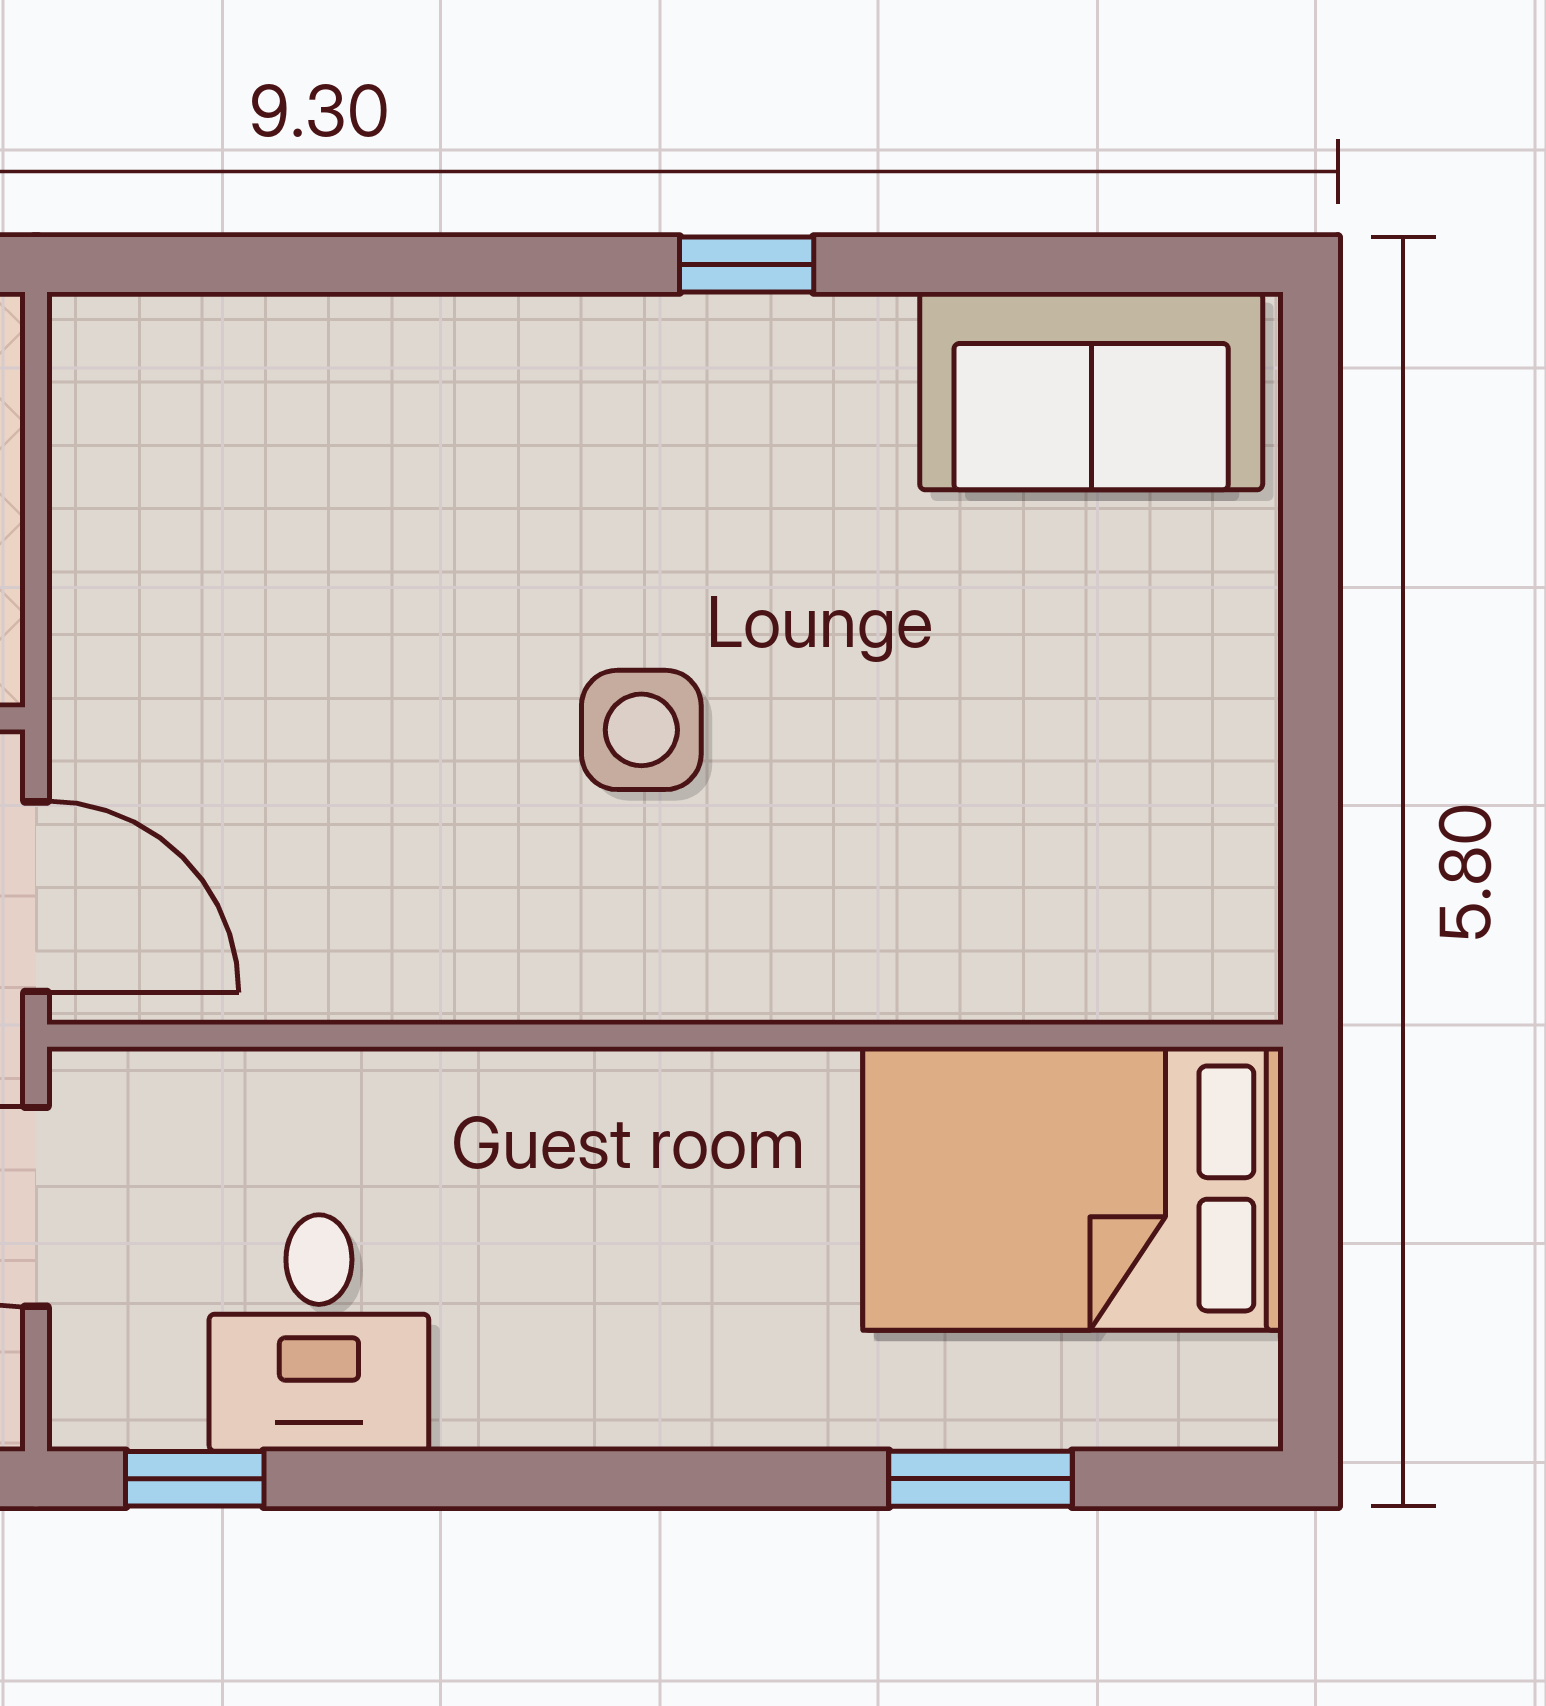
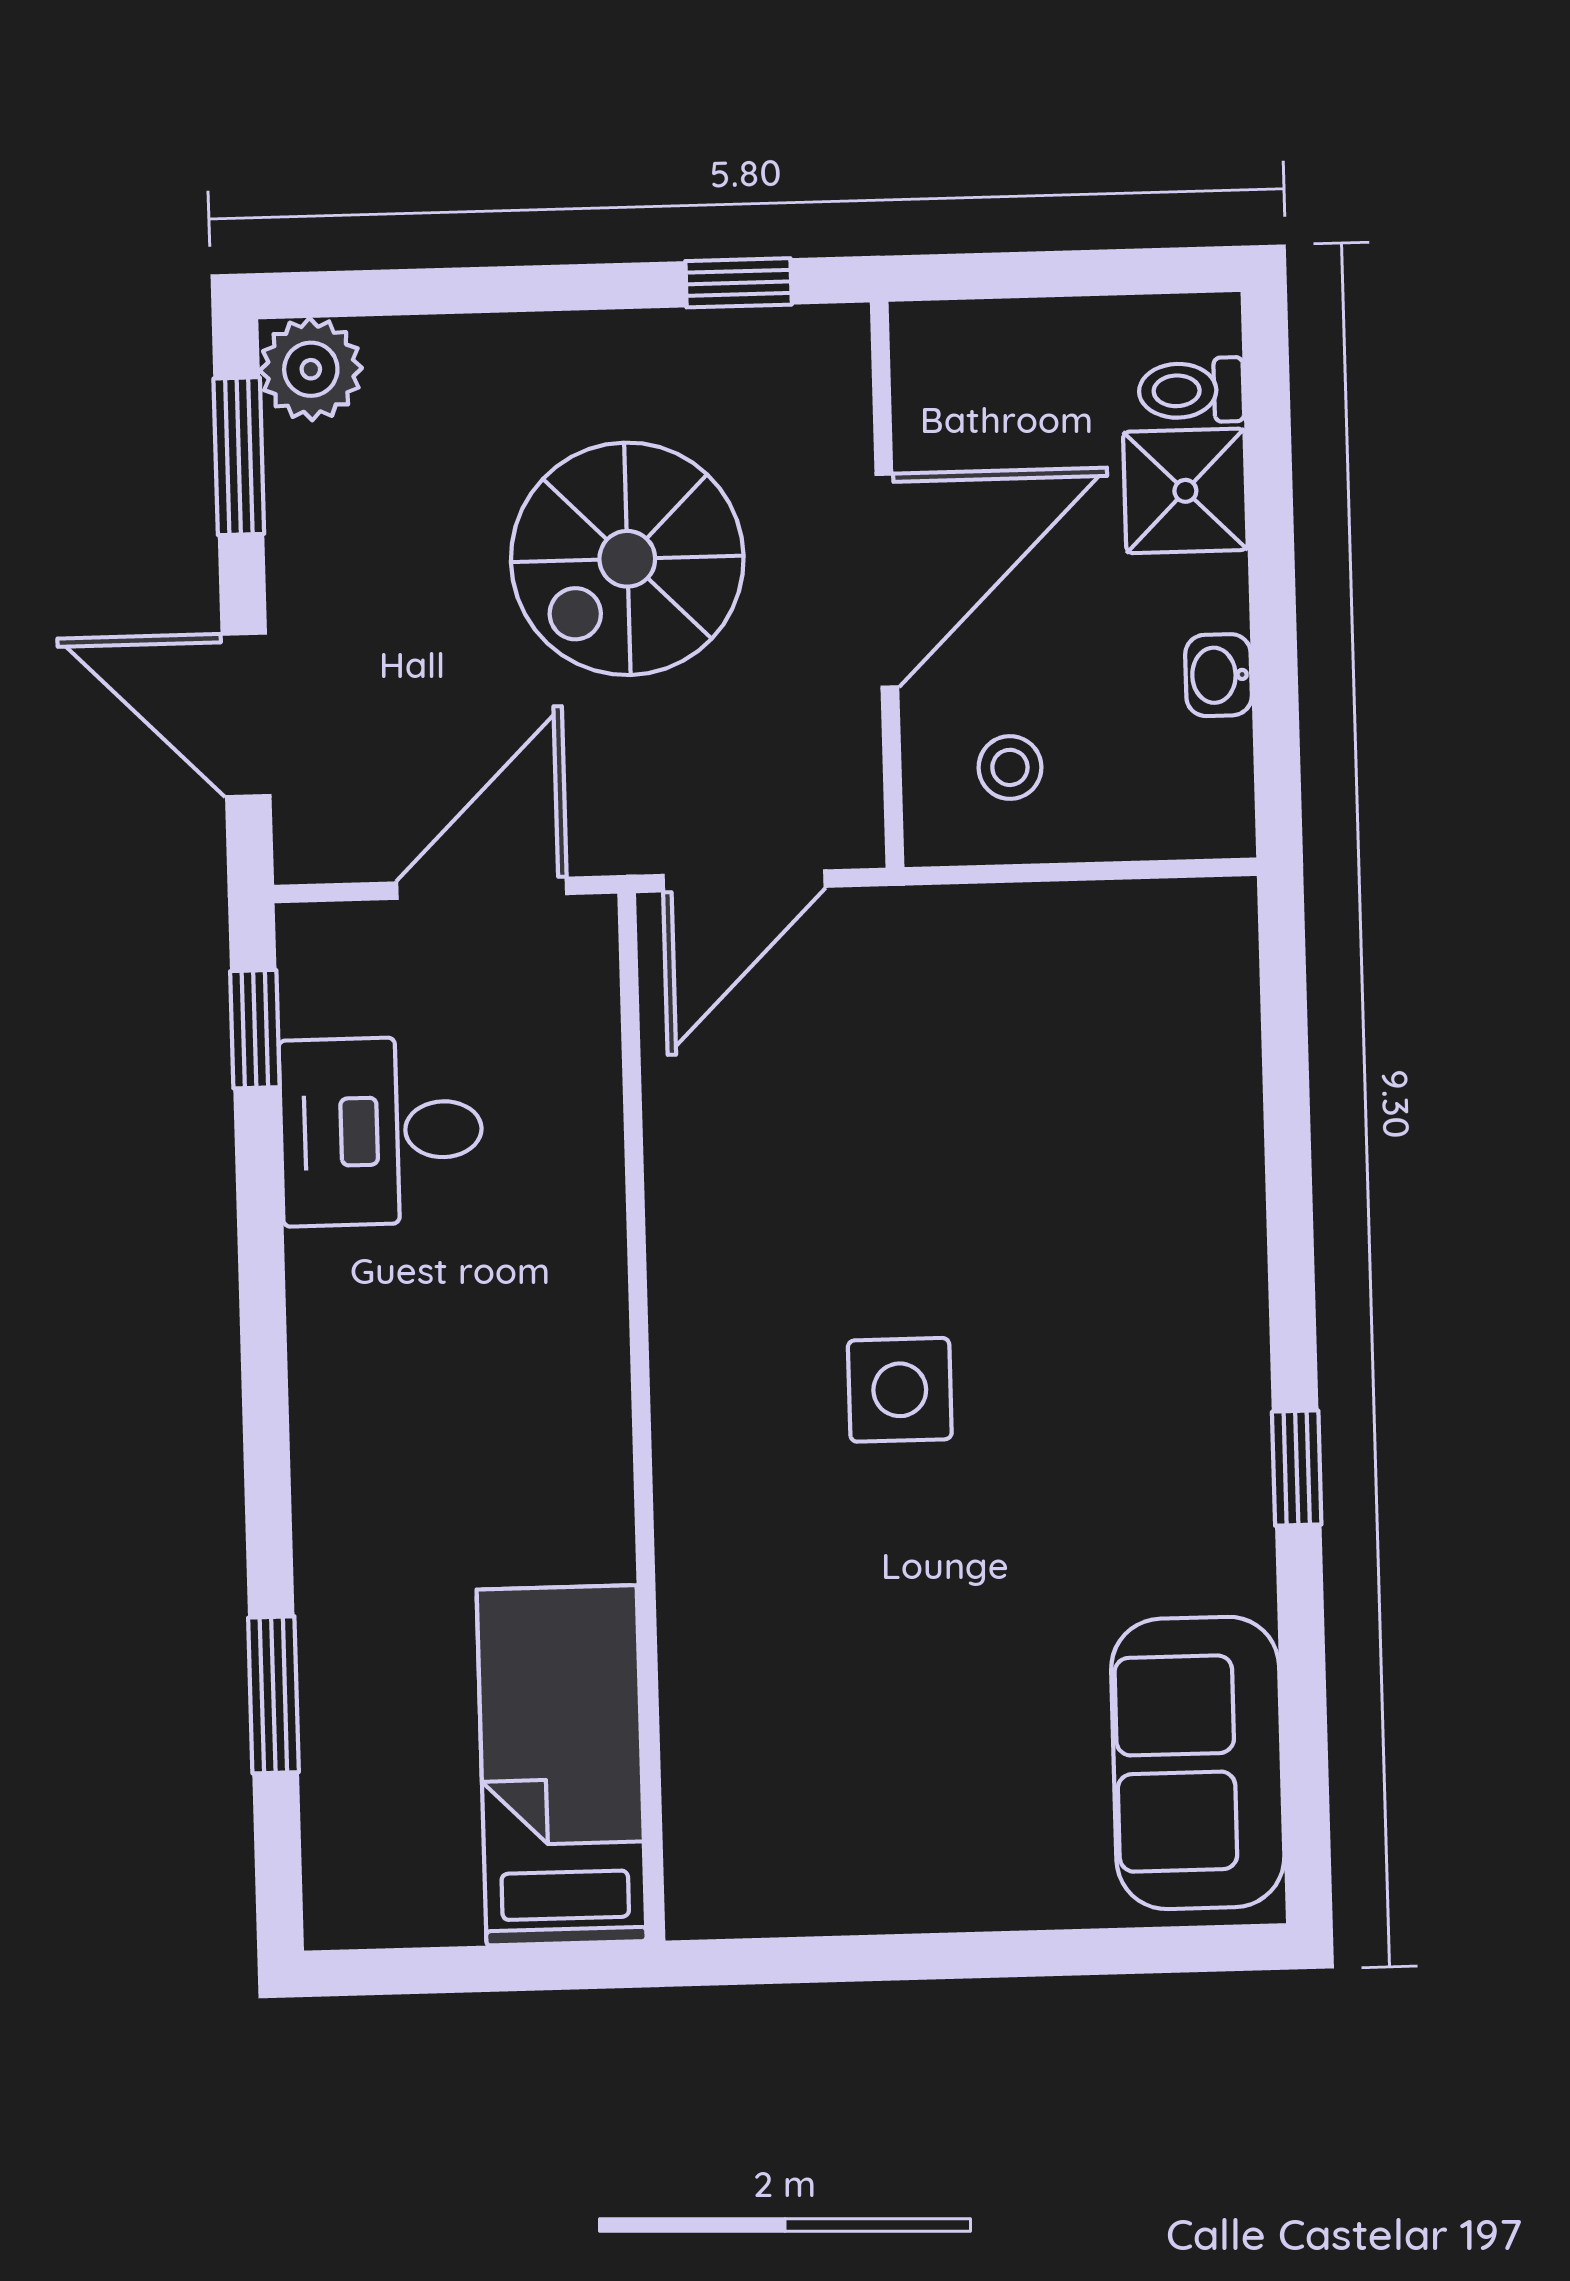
bed: (1073, 1188) -> (562, 1765), width x0.67

